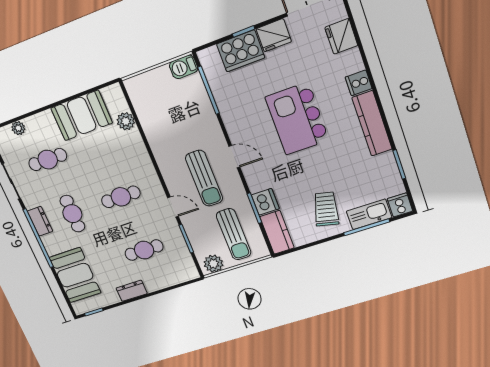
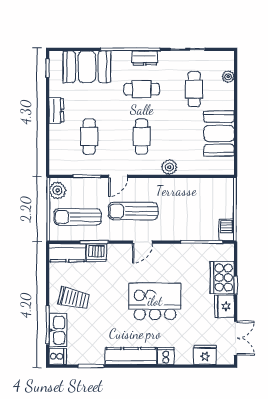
plant: (126, 121) -> (169, 167), moved

